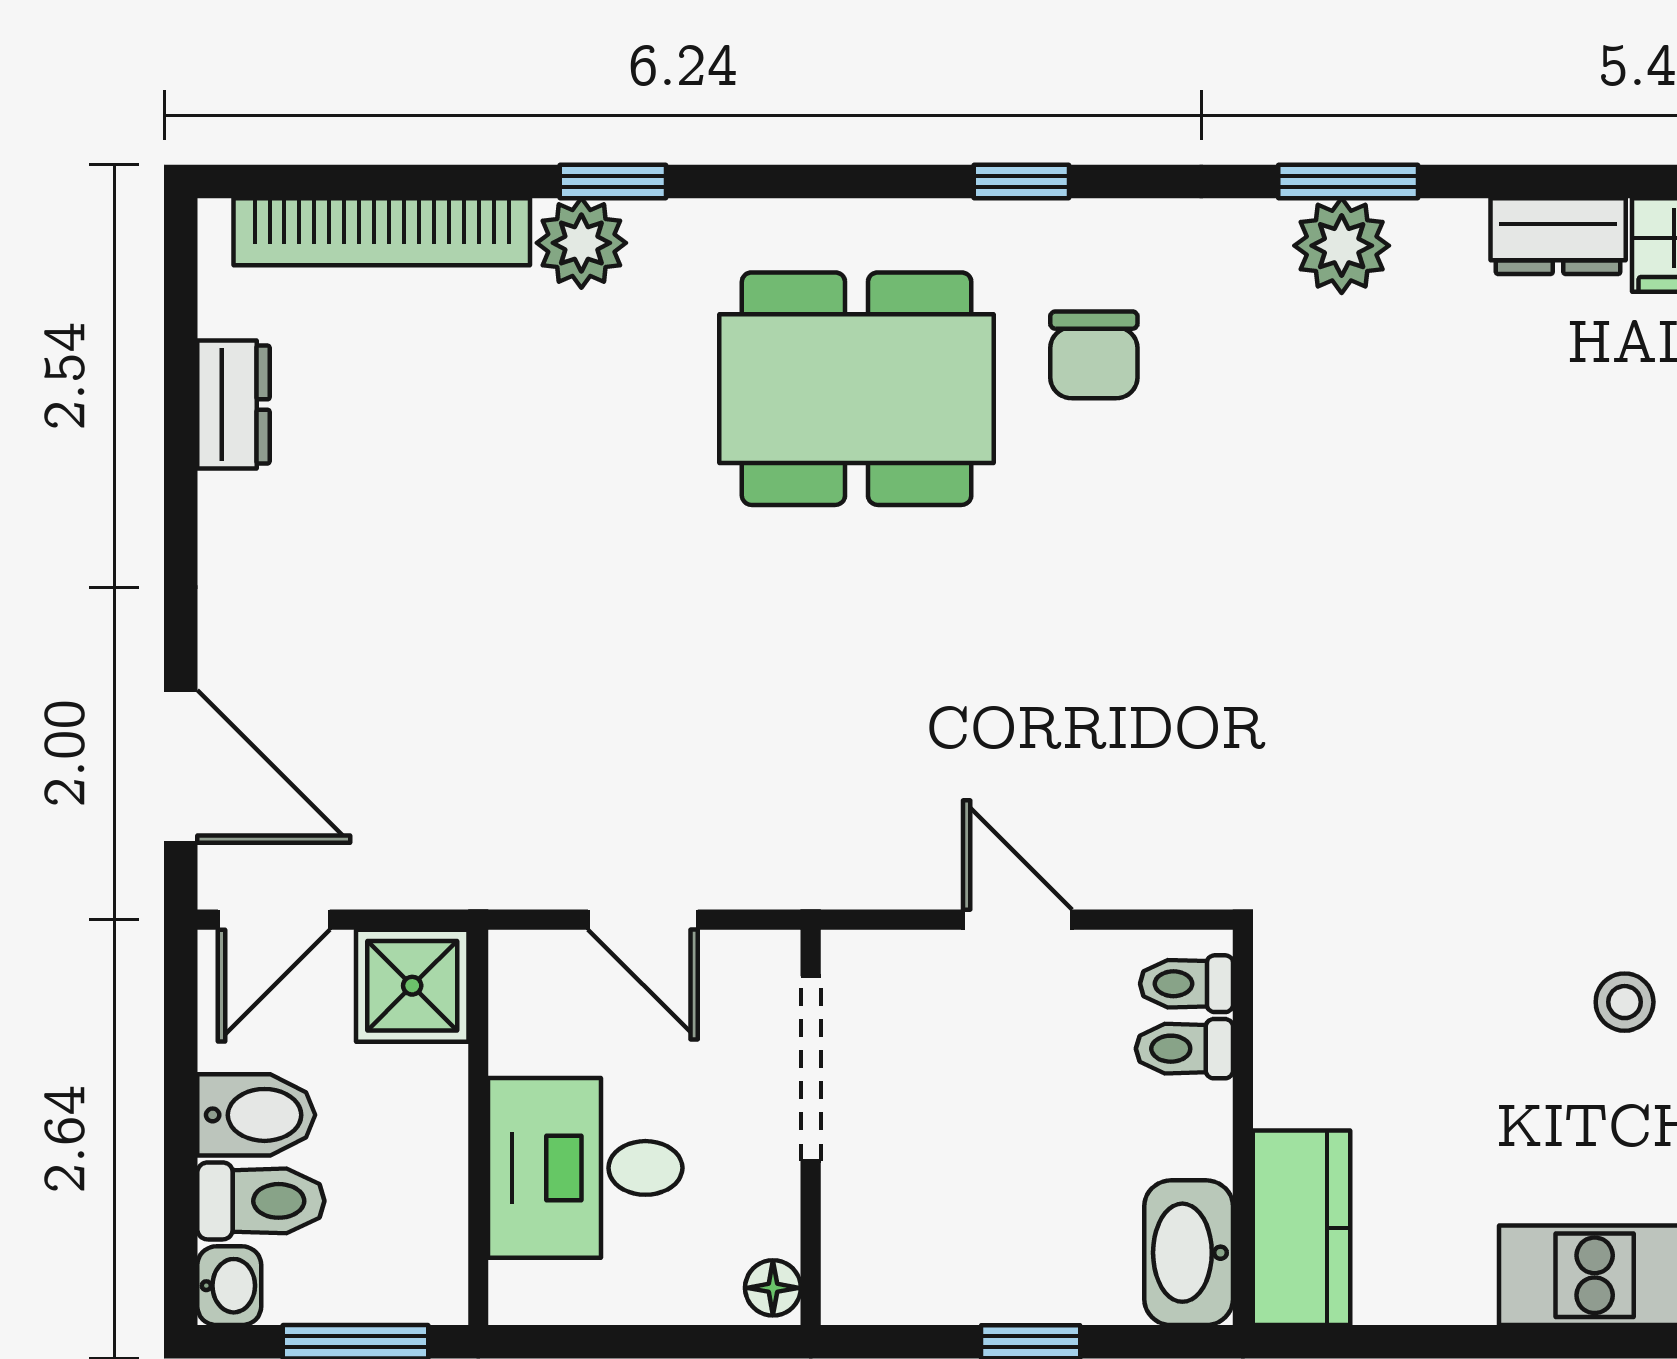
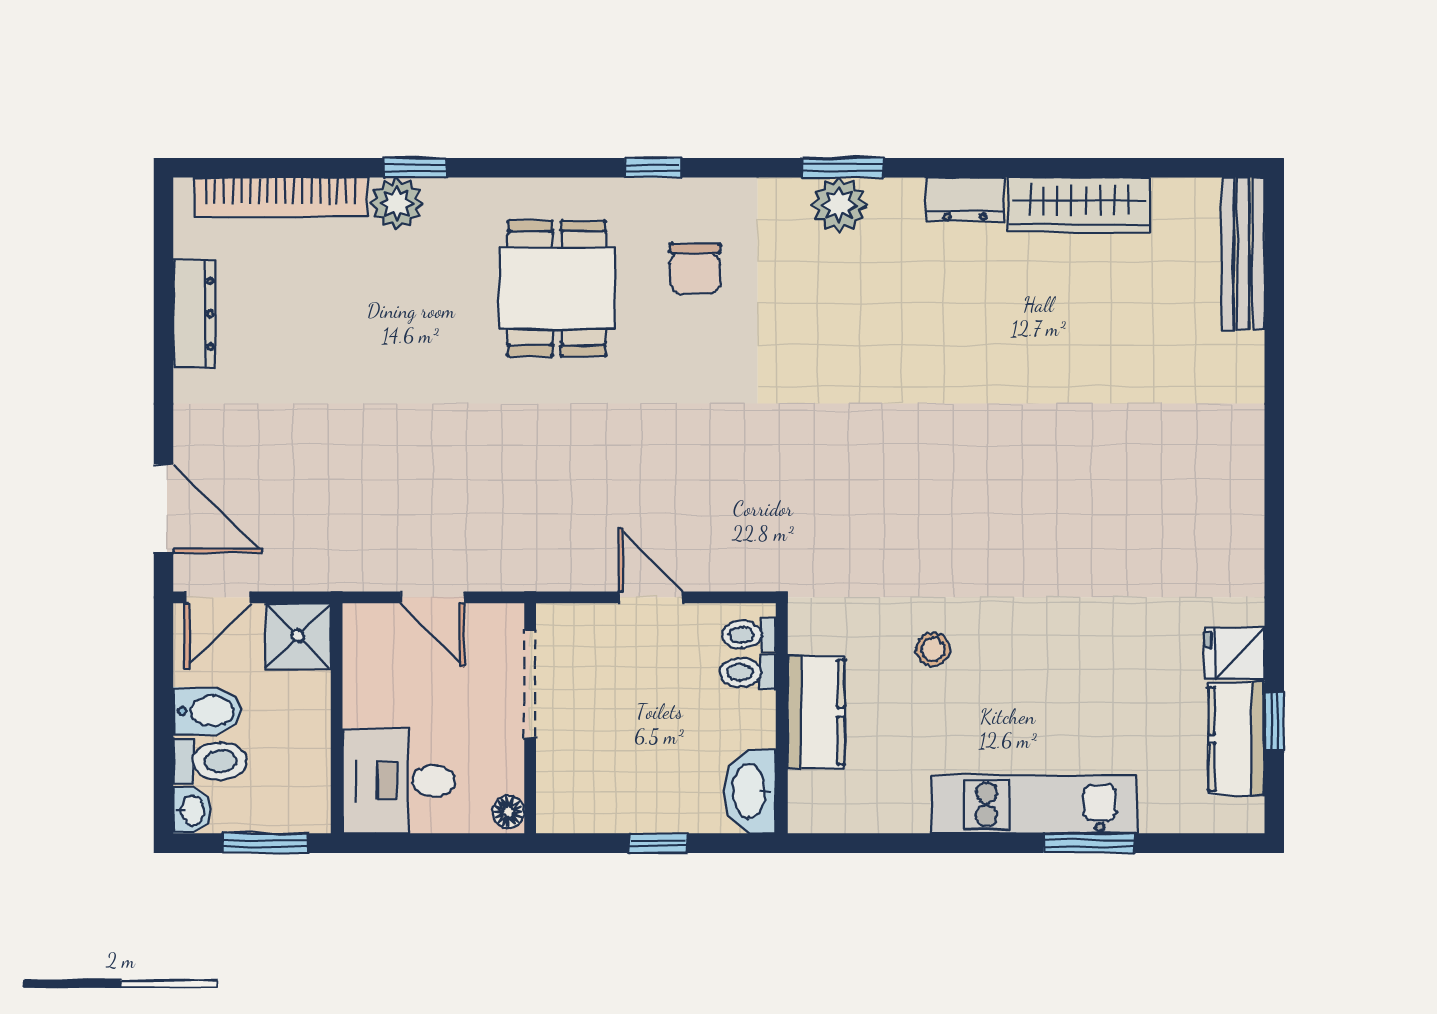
dining table: (857, 389) -> (557, 288), width x0.73
dresser: (233, 405) -> (194, 314), width x1.44
stool: (1625, 1002) -> (933, 649), moved
desk: (585, 1168) -> (399, 781), moved
kitchen counter: (1302, 1228) -> (816, 712), moved

